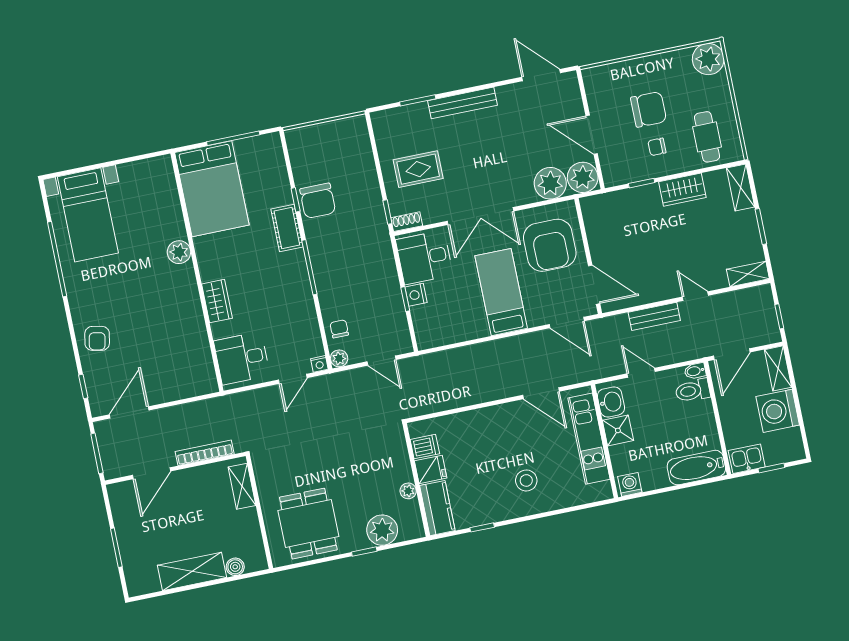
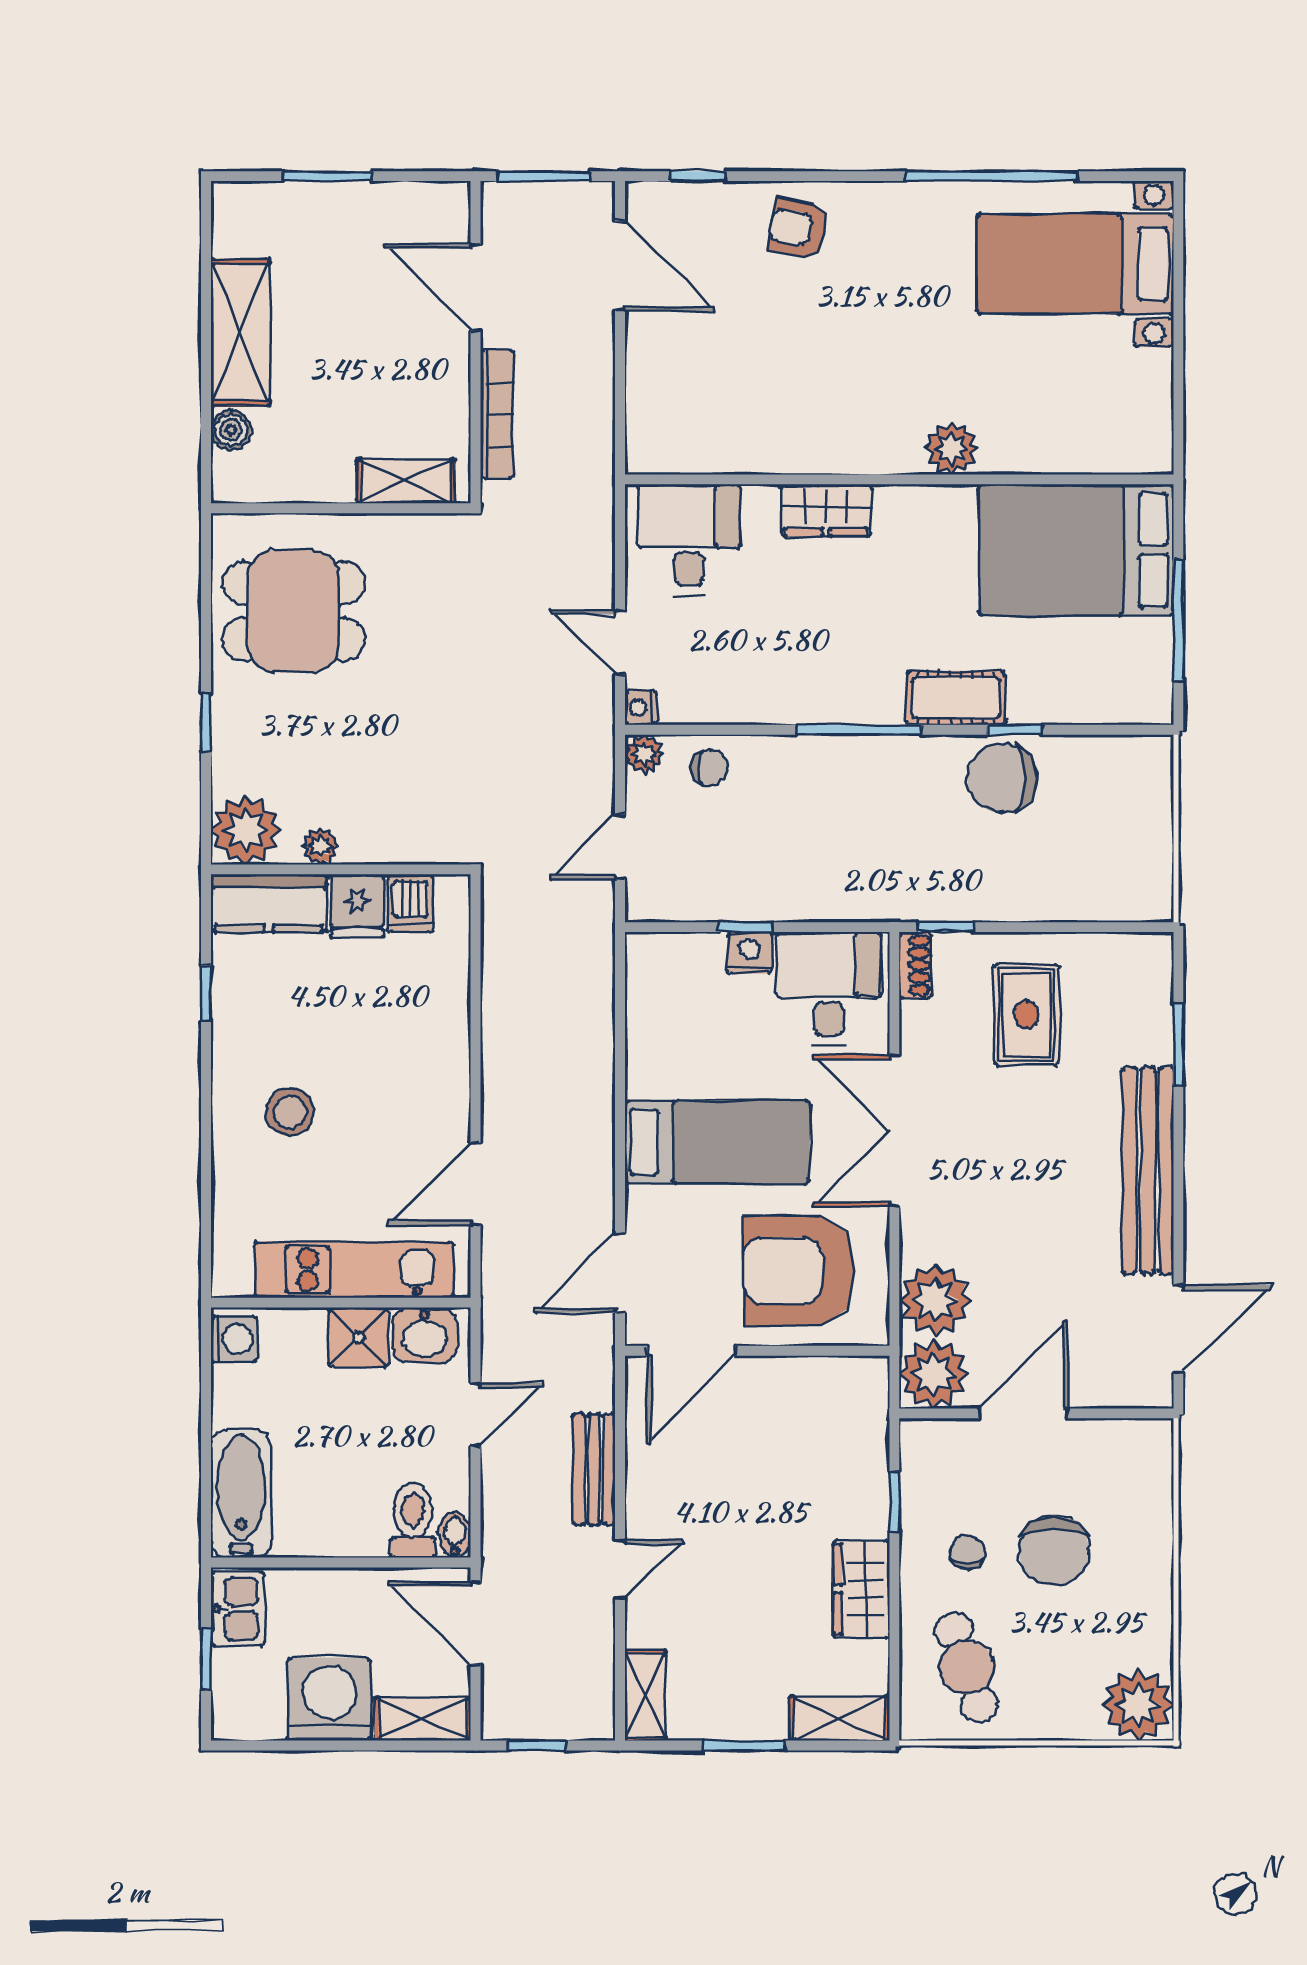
bench: (463, 103) -> (1148, 1170), width x1.37, depth x1.21
cafe table: (707, 137) -> (967, 1667), turned 71
plant: (382, 530) -> (245, 830), moved

